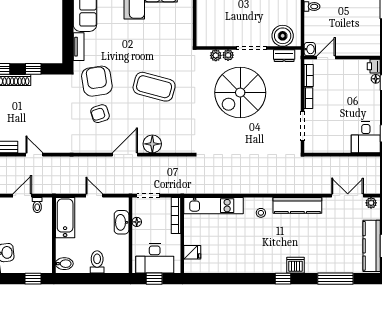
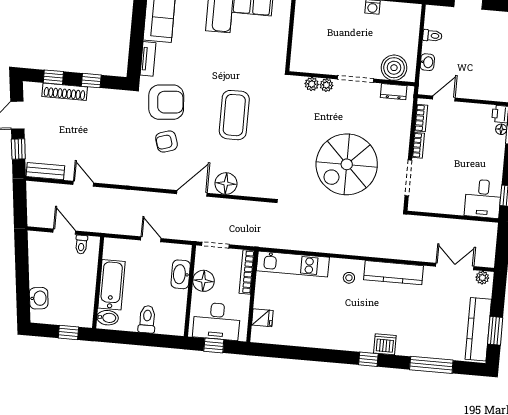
washbasin: (310, 49) -> (427, 62), moved
armchair: (97, 81) -> (166, 102), turned 94
coffee table: (154, 87) -> (234, 115), turned 75
spiral stairs: (240, 93) -> (347, 164), moved
door: (22, 196) -> (64, 232), hinge flipped
bathtub: (65, 218) -> (111, 285), moved
floor lamp: (137, 222) -> (204, 281), width x1.89, depth x1.89

